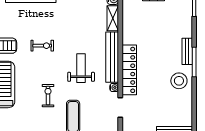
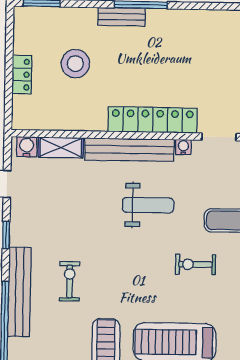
exercise bike: (42, 46) -> (70, 281), moved
weight bench: (81, 68) -> (148, 205), turned 180
stool: (179, 81) -> (75, 64), moved

